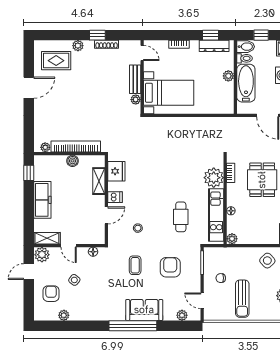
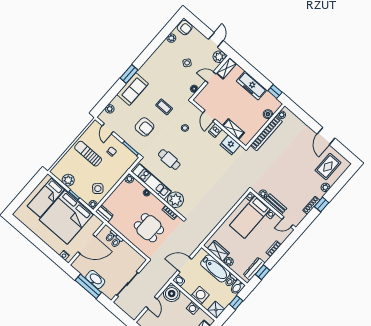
wardrobe: (227, 95) -> (218, 251), added
boiler: (73, 161) -> (268, 114), moved
armchair: (51, 294) -> (185, 28), moved
door: (202, 301) -> (108, 129), swing flipped
window: (133, 326) -> (129, 74), width x0.47

